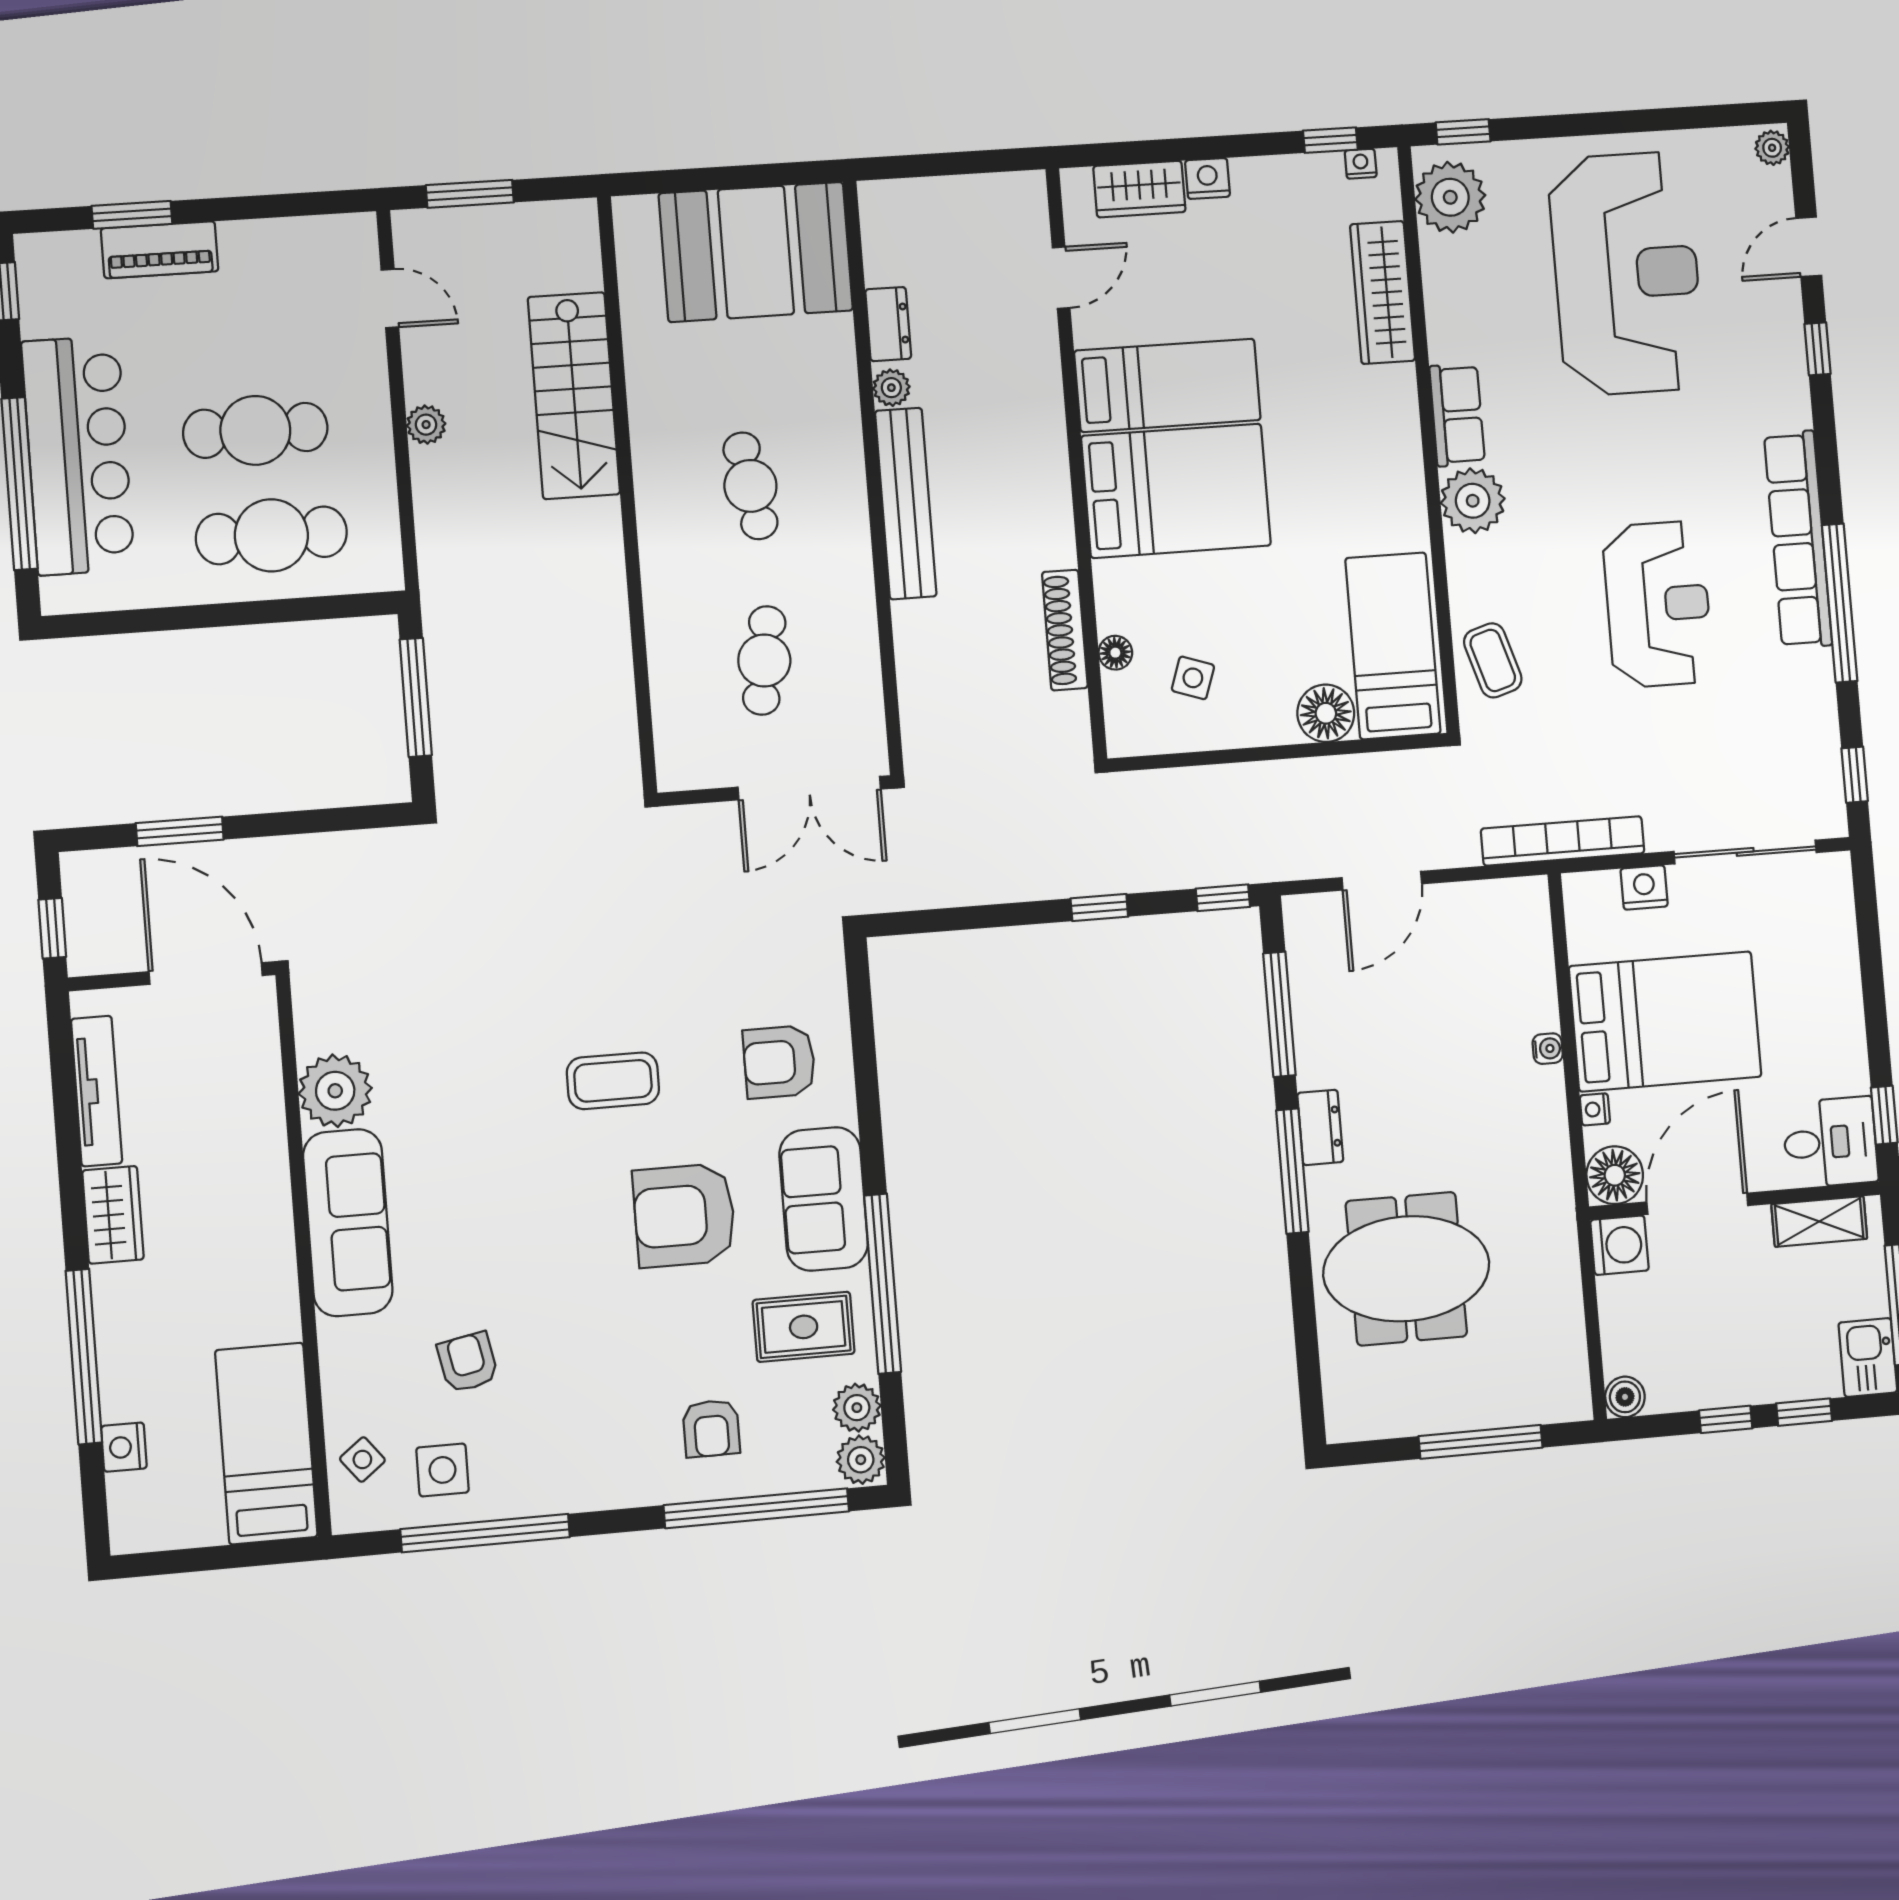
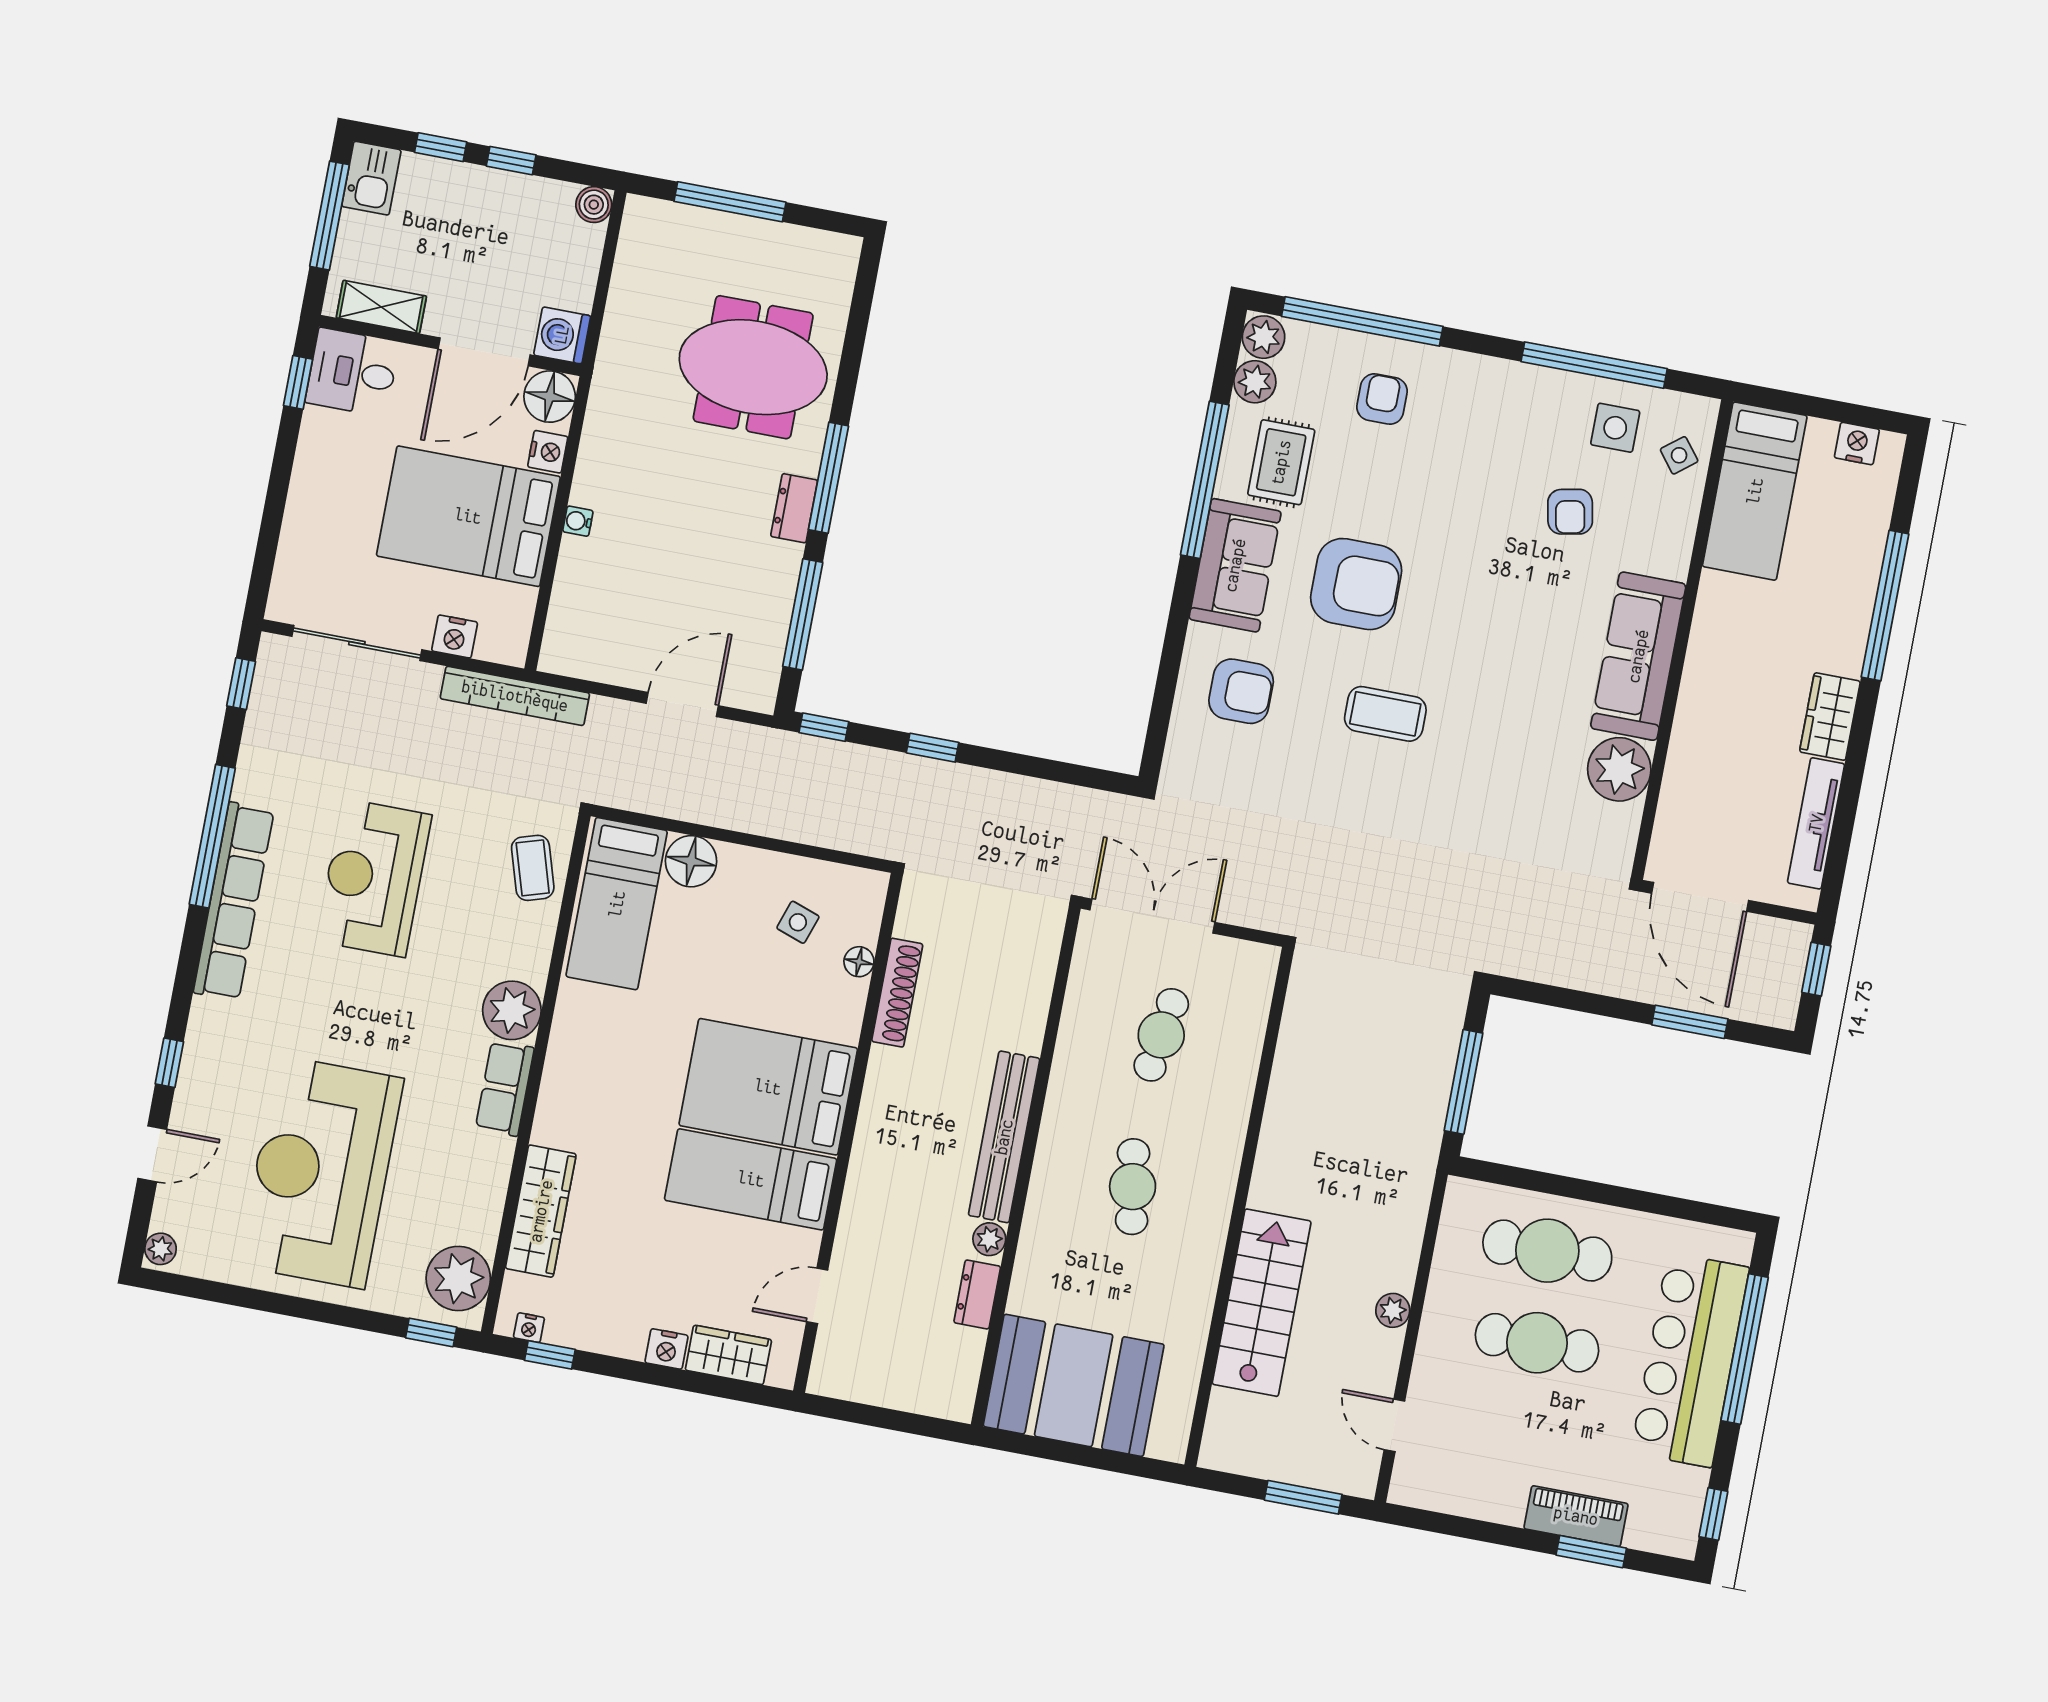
nightstand: (1595, 1109) -> (548, 452), width x1.39, depth x1.35
rug: (804, 1327) -> (1281, 462), turned 90
nightstand: (124, 1447) -> (1857, 444), moved, turned -90

